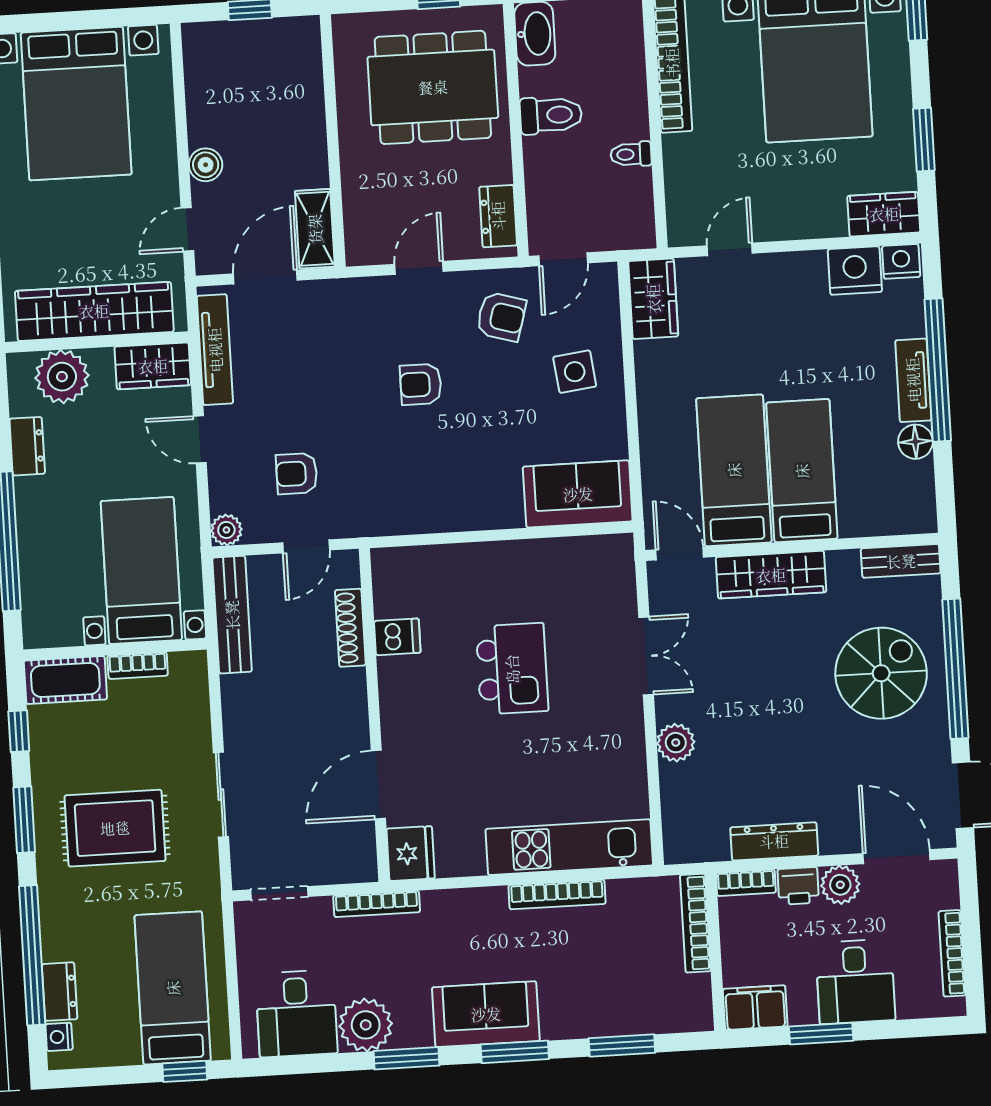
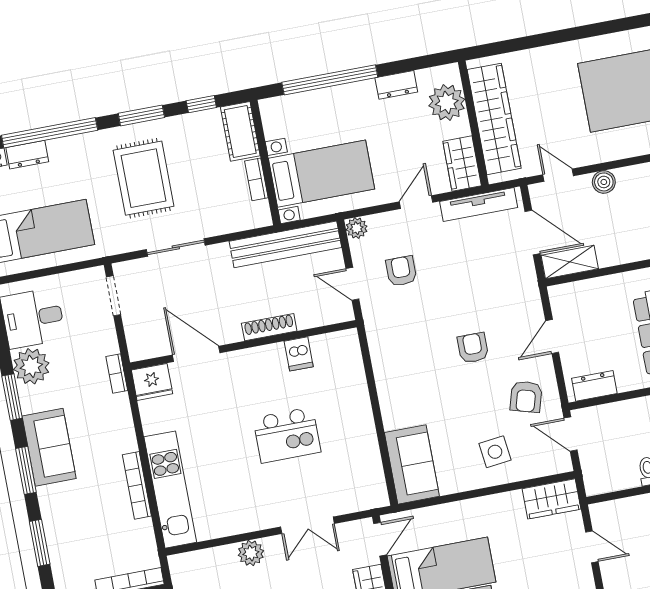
door: (419, 268) -> (552, 336), swing flipped
bench: (232, 615) -> (285, 244), width x1.37, depth x1.21
shoe rack: (350, 628) -> (269, 327), moved
bookcase: (377, 904) -> (117, 374), width x0.64

